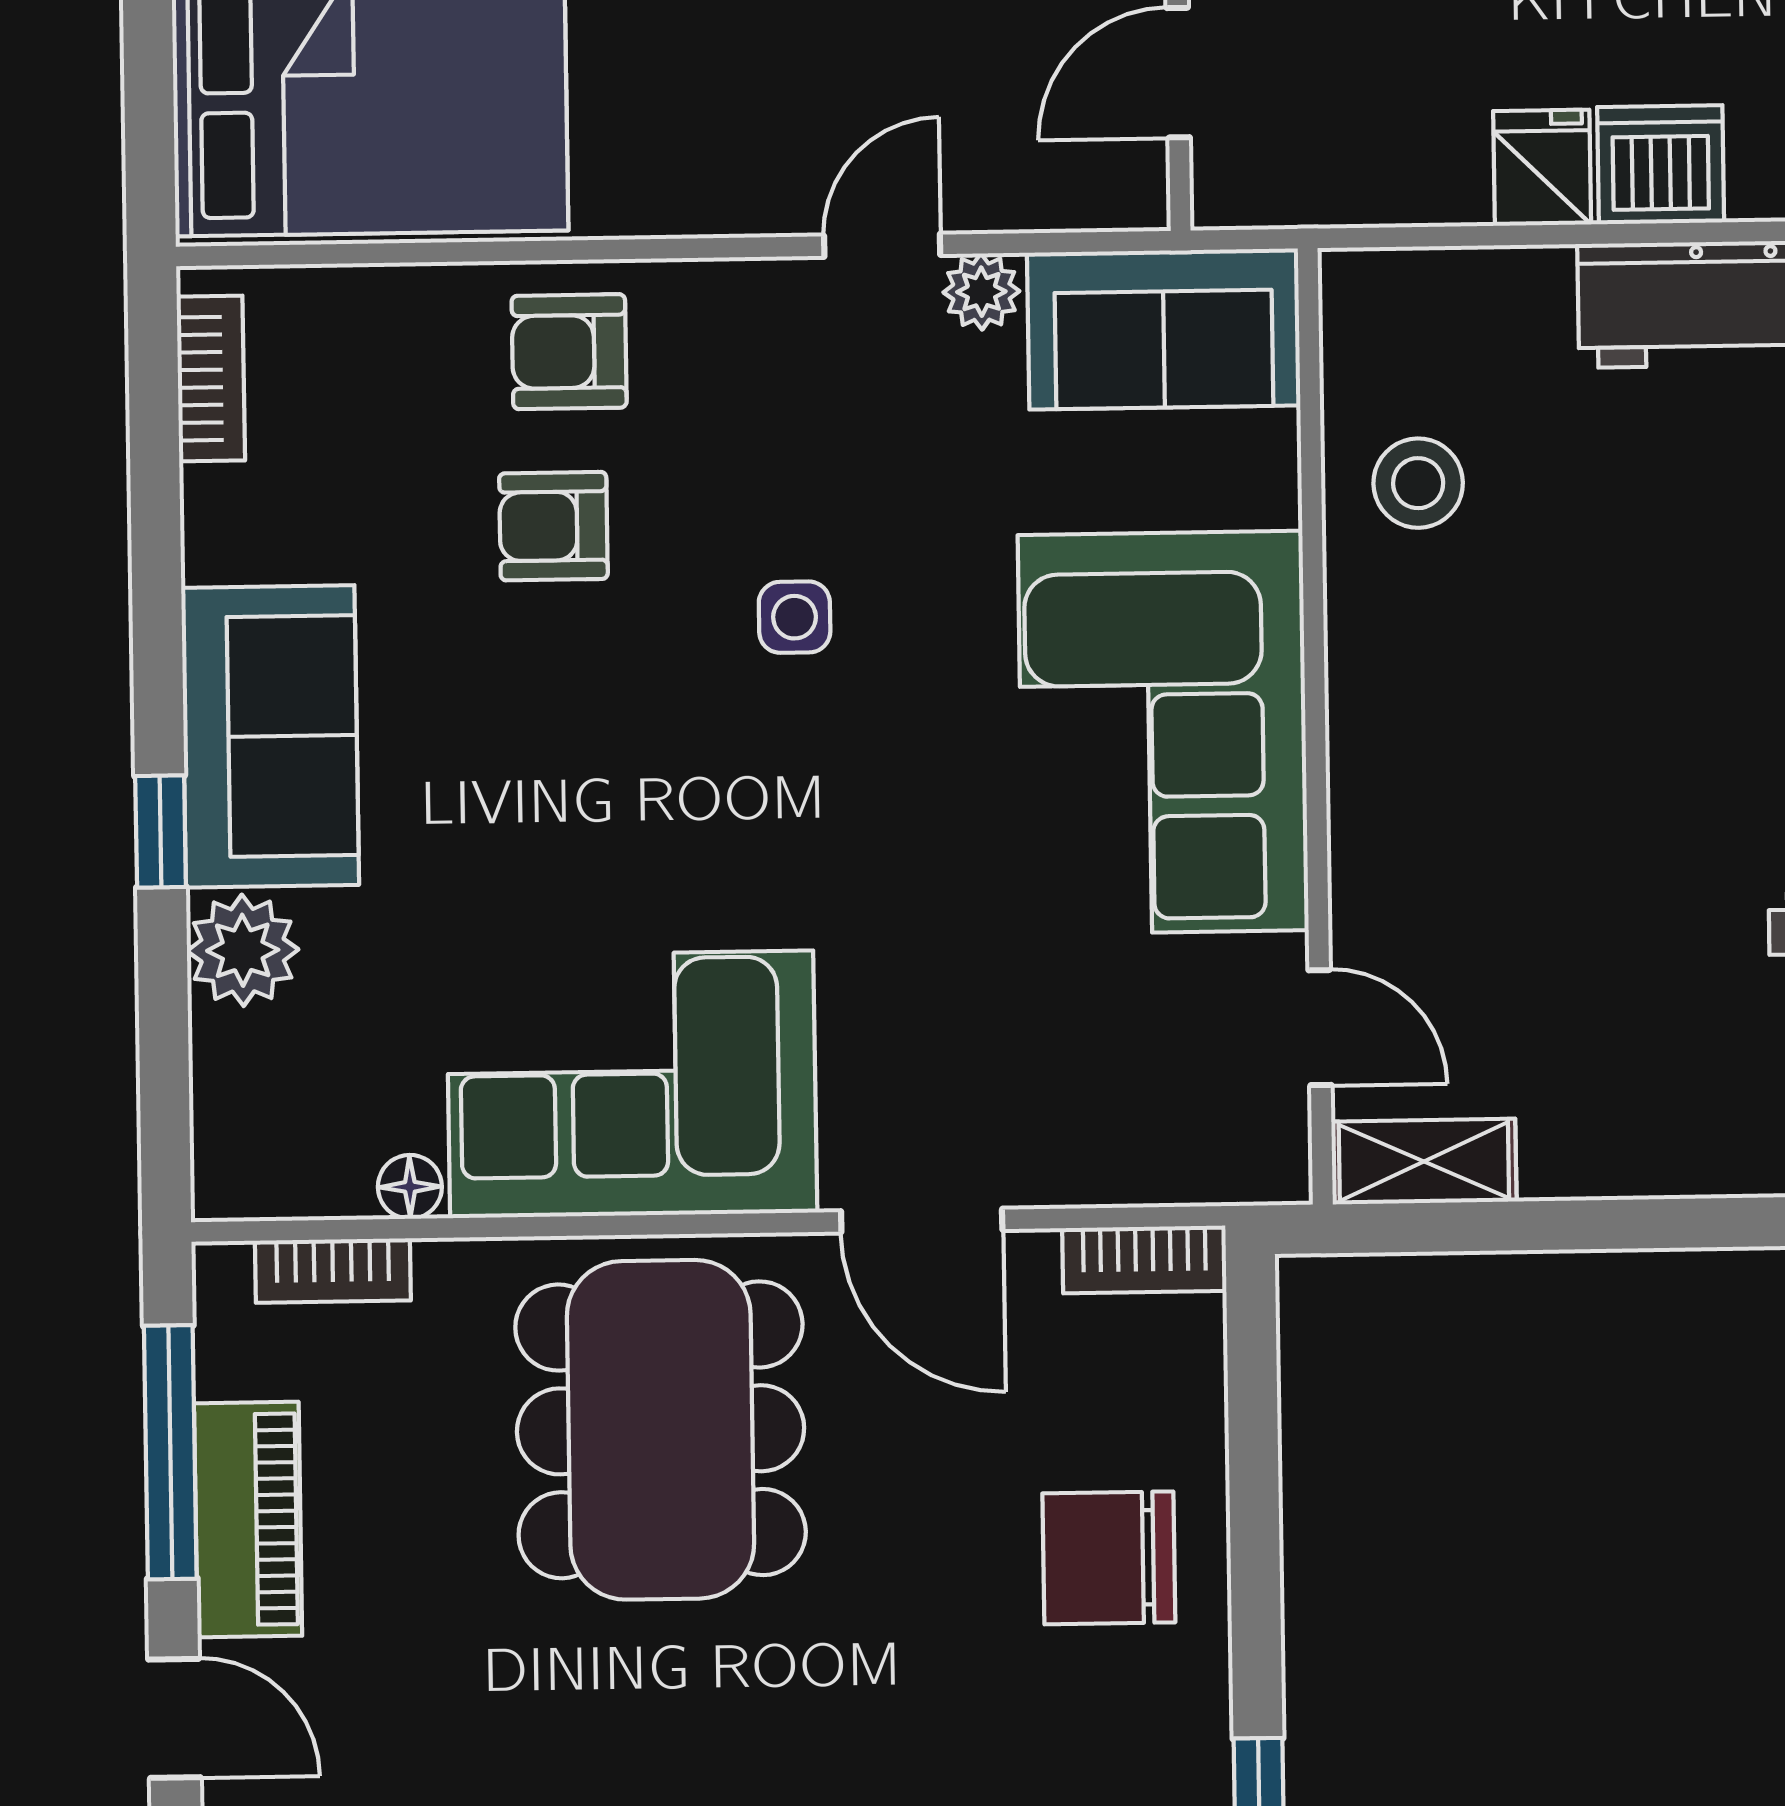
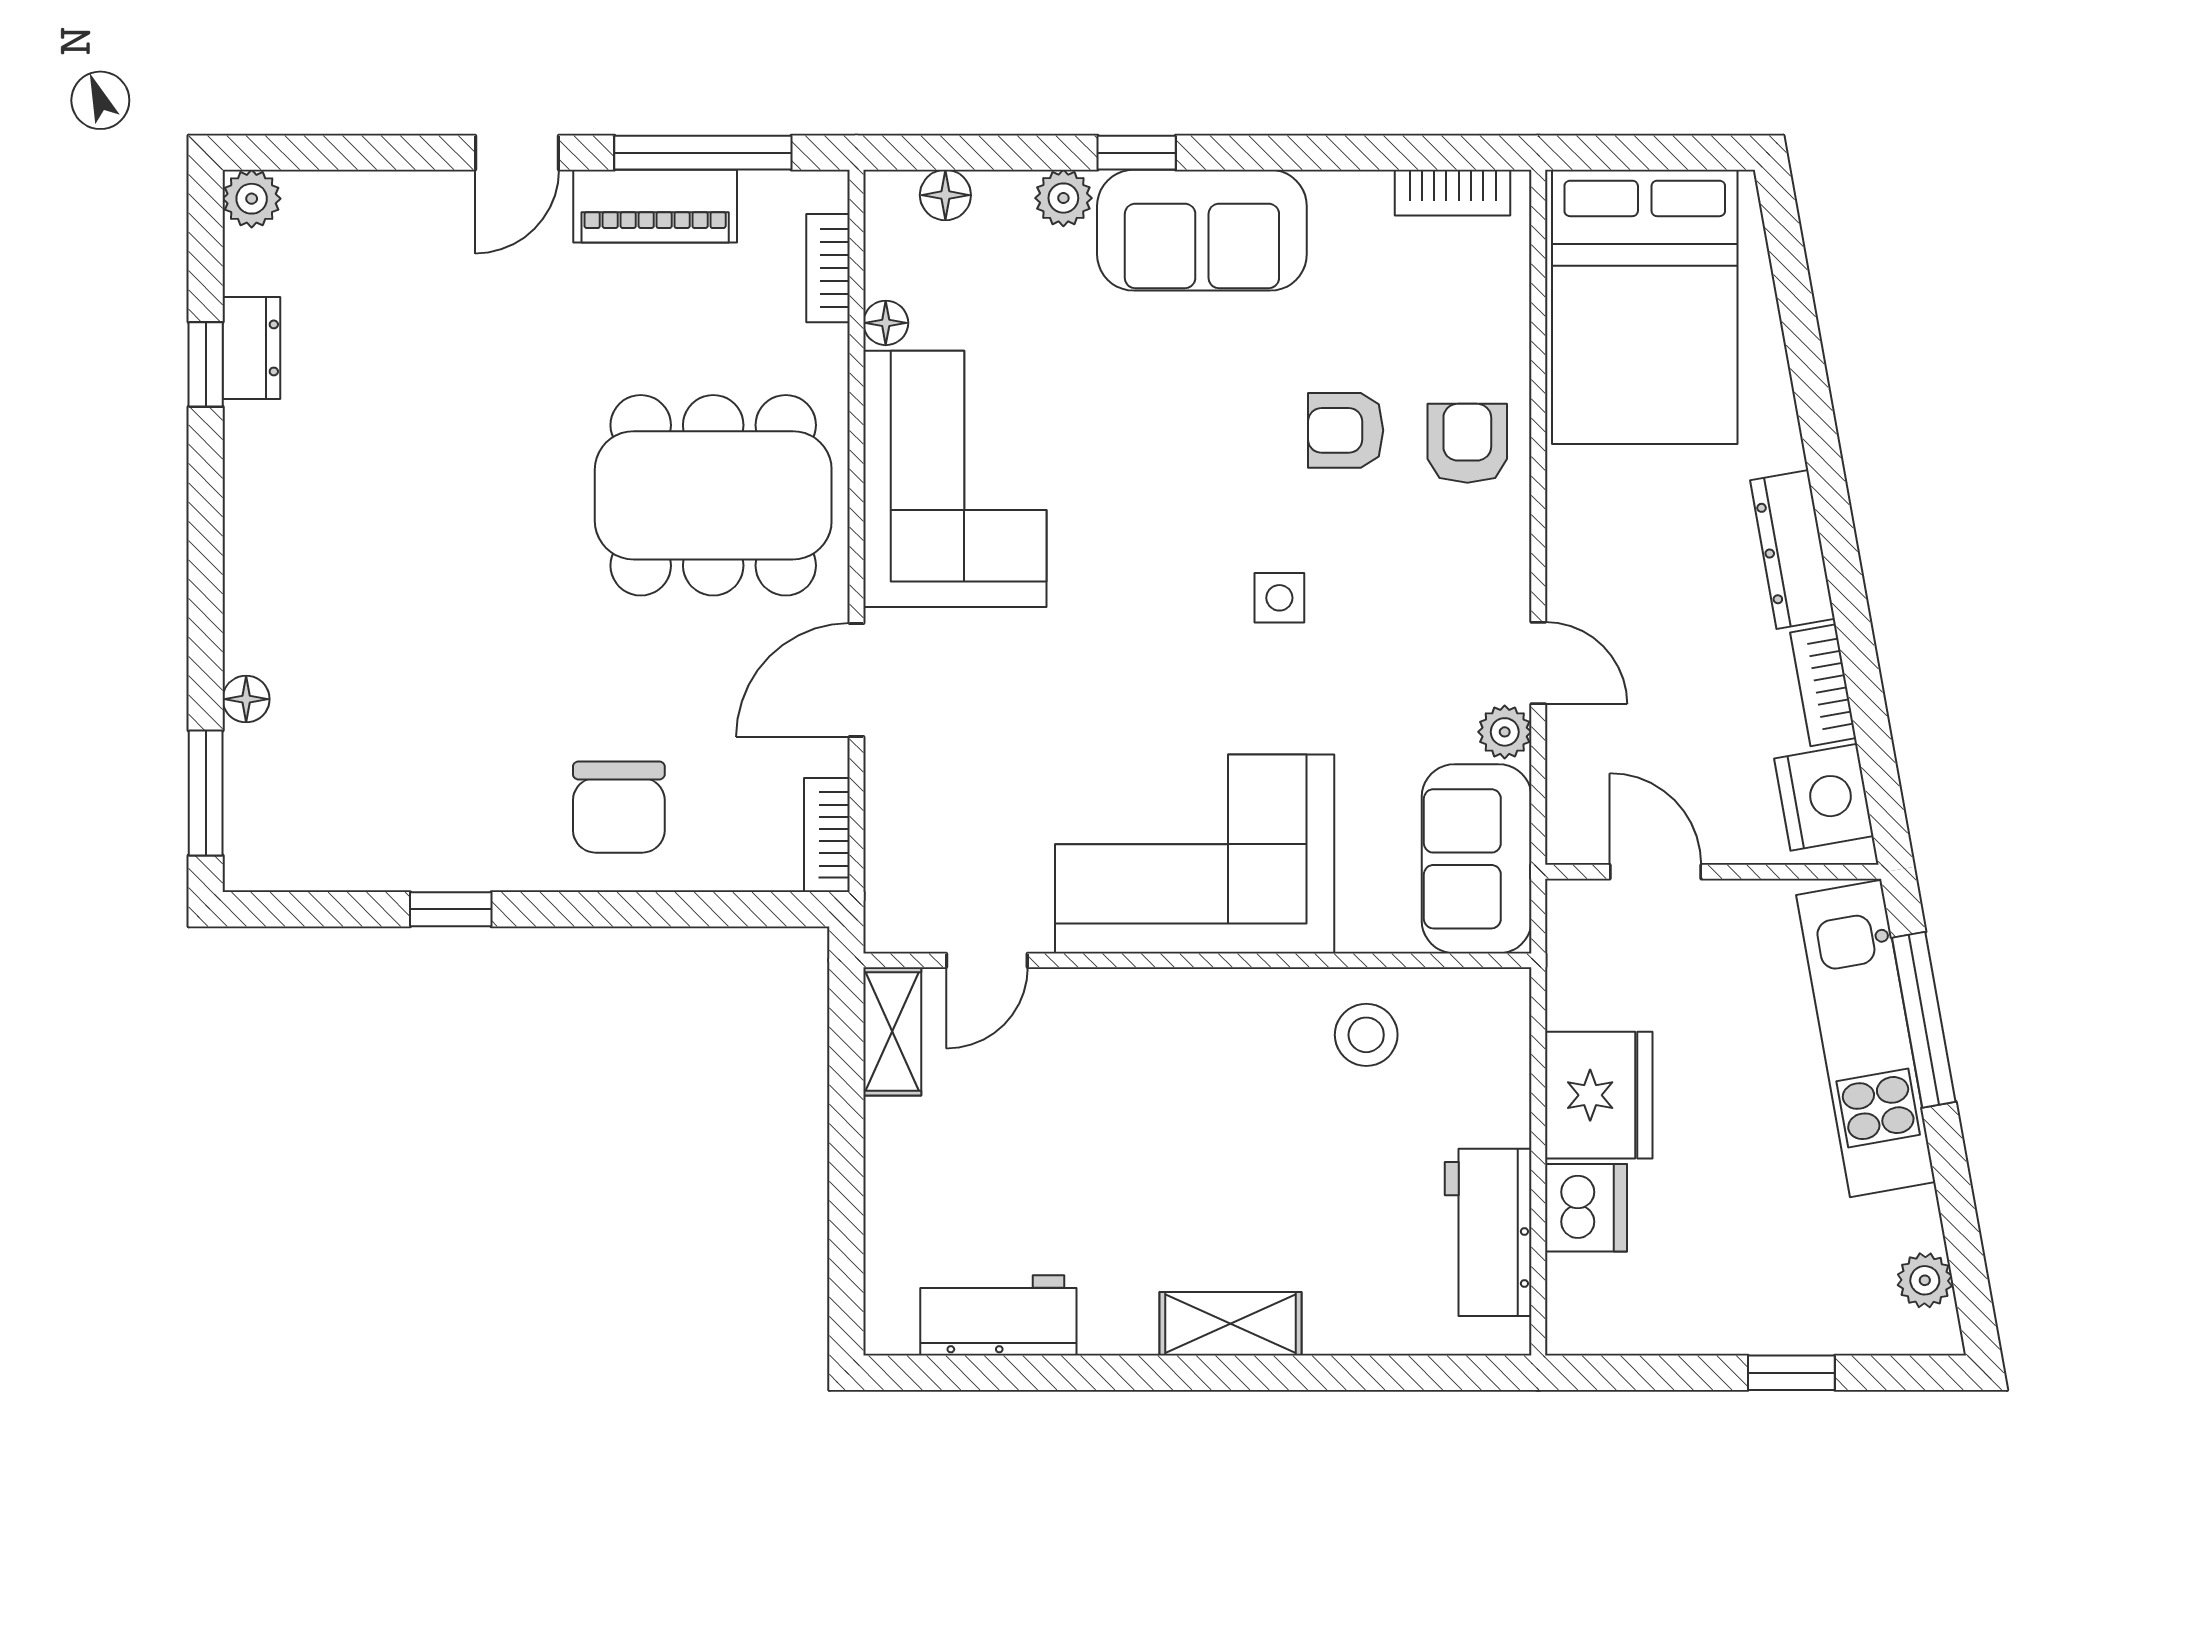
fridge: (1542, 168) -> (1599, 1095), width x1.88, depth x1.34
armchair: (553, 526) -> (1346, 430), turned -90
plant: (243, 950) -> (1063, 198), width x0.73, depth x0.73
floor lamp: (226, 1104) -> (945, 195), added
chair: (1109, 1558) -> (619, 807), turned 180

